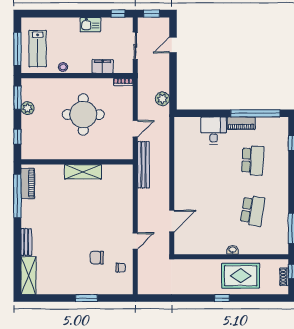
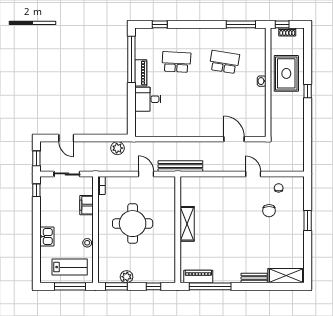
kitchen sink: (90, 25) -> (47, 236), moved

